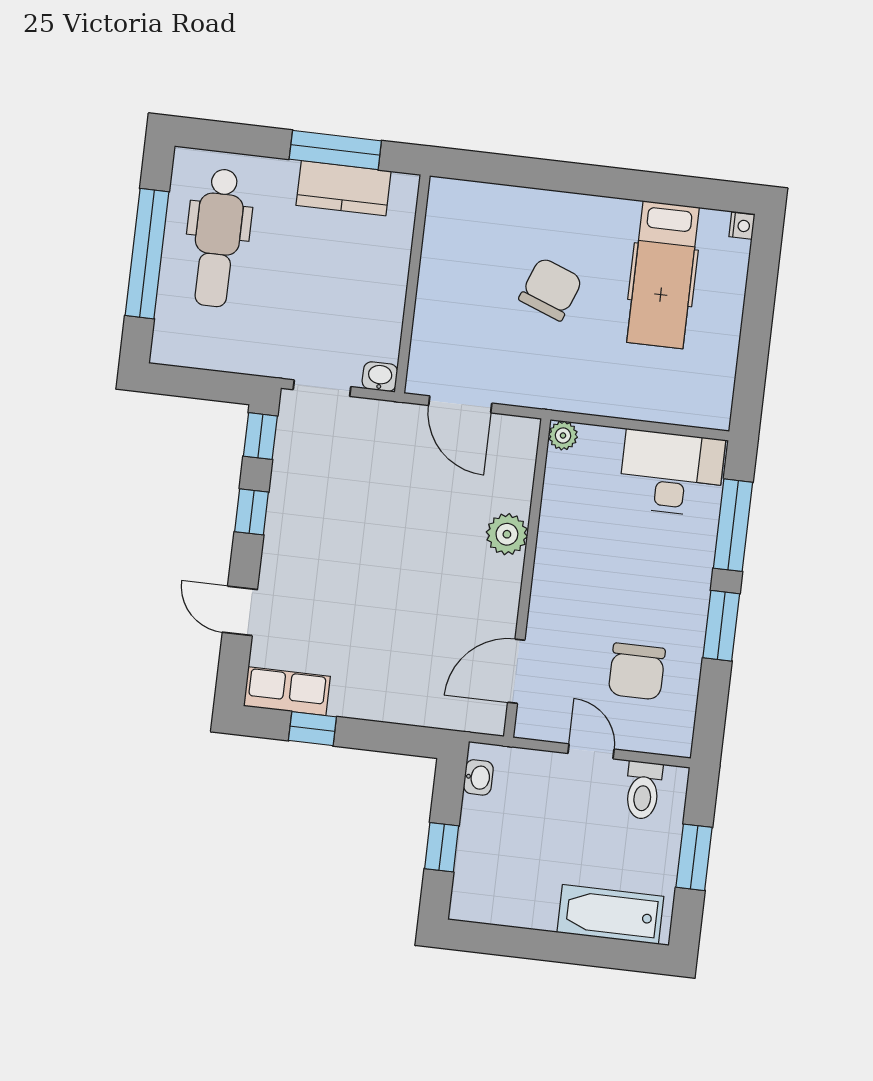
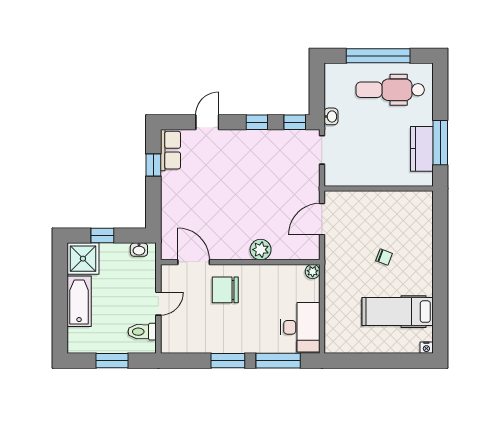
chair: (551, 289) -> (384, 257), width x0.54, depth x0.54
washbasin: (380, 377) -> (331, 116), moved
chair: (637, 671) -> (225, 290), moved
shower: (483, 892) -> (83, 259), added
bathtub: (610, 914) -> (79, 301), moved

